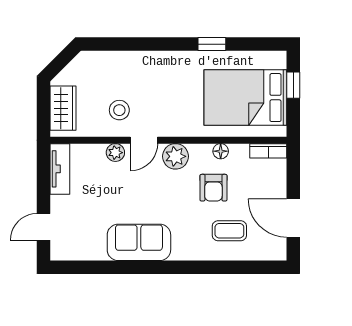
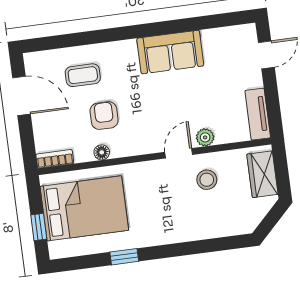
plant: (175, 156) -> (145, 141), removed

